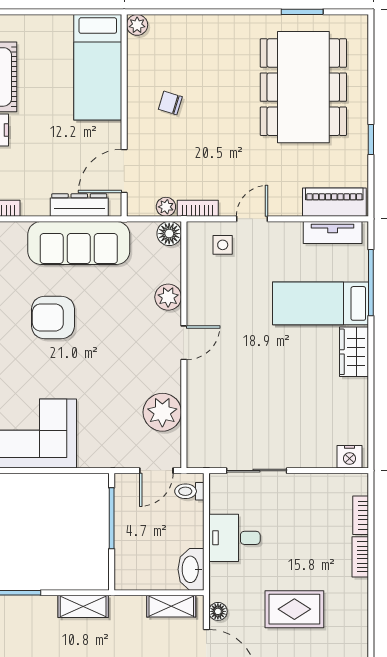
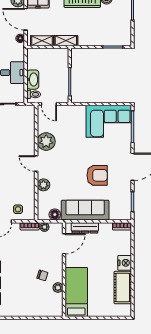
plant: (137, 25) -> (58, 288), moved
floor lamp: (169, 234) -> (55, 215), moved
door: (184, 343) -> (36, 164), hinge flipped
plant: (162, 412) -> (46, 141), moved
door: (156, 471) -> (49, 104), swing flipped
washbasin: (191, 569) -> (33, 80), moved
shelving: (83, 606) -> (66, 41), moved

